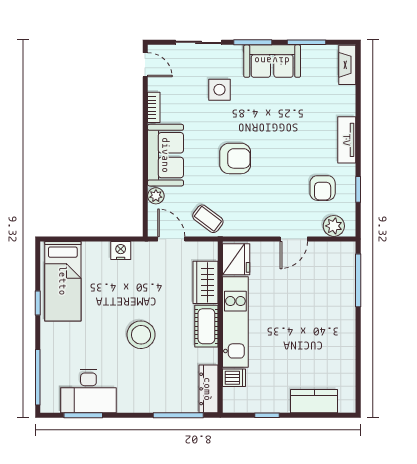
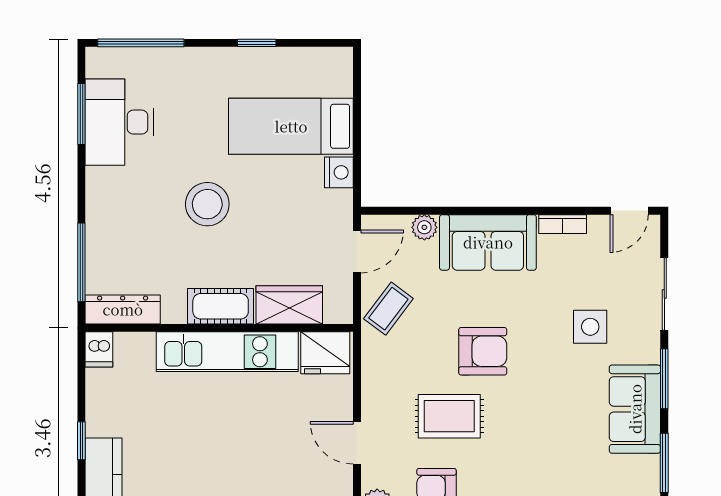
armchair: (235, 158) -> (483, 351), turned -90
rug: (277, 180) -> (449, 416), added
bed: (63, 281) -> (291, 126), moved
dishwasher: (234, 378) -> (99, 349), moved
window: (267, 415) -> (81, 441), moved

